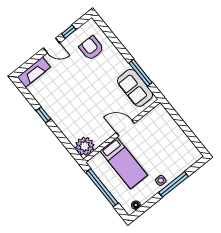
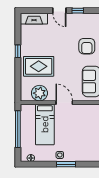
armchair: (91, 48) -> (87, 46), moved, turned 180
rug: (74, 113) -> (39, 66), added
plant: (85, 146) -> (39, 93), moved
window: (174, 184) -> (66, 164), width x0.69

